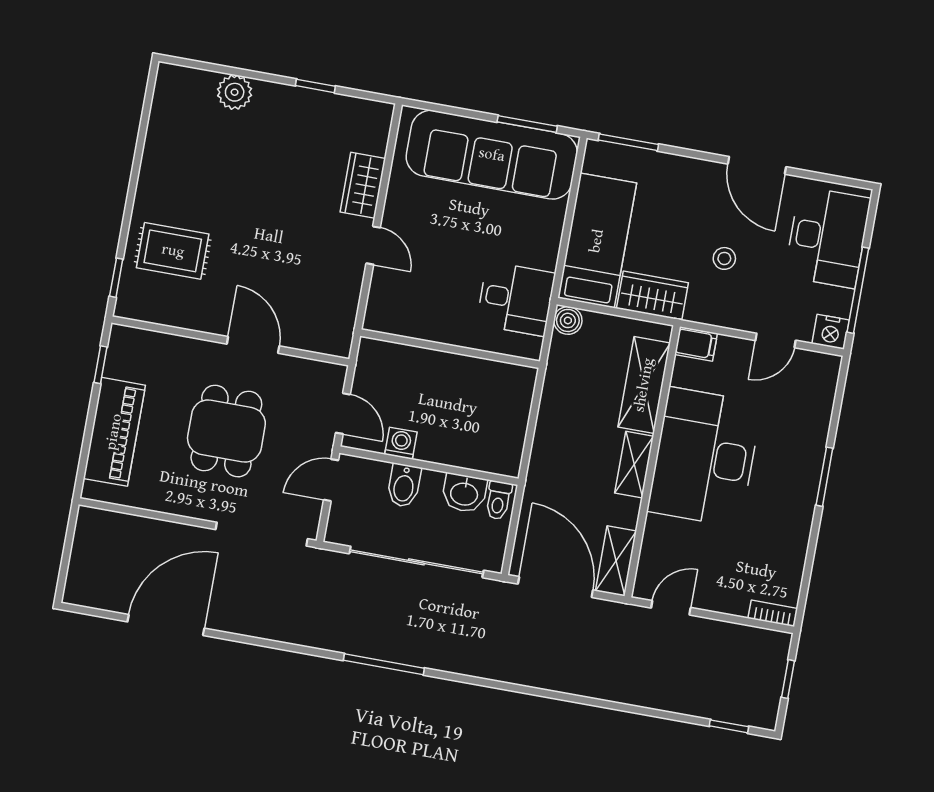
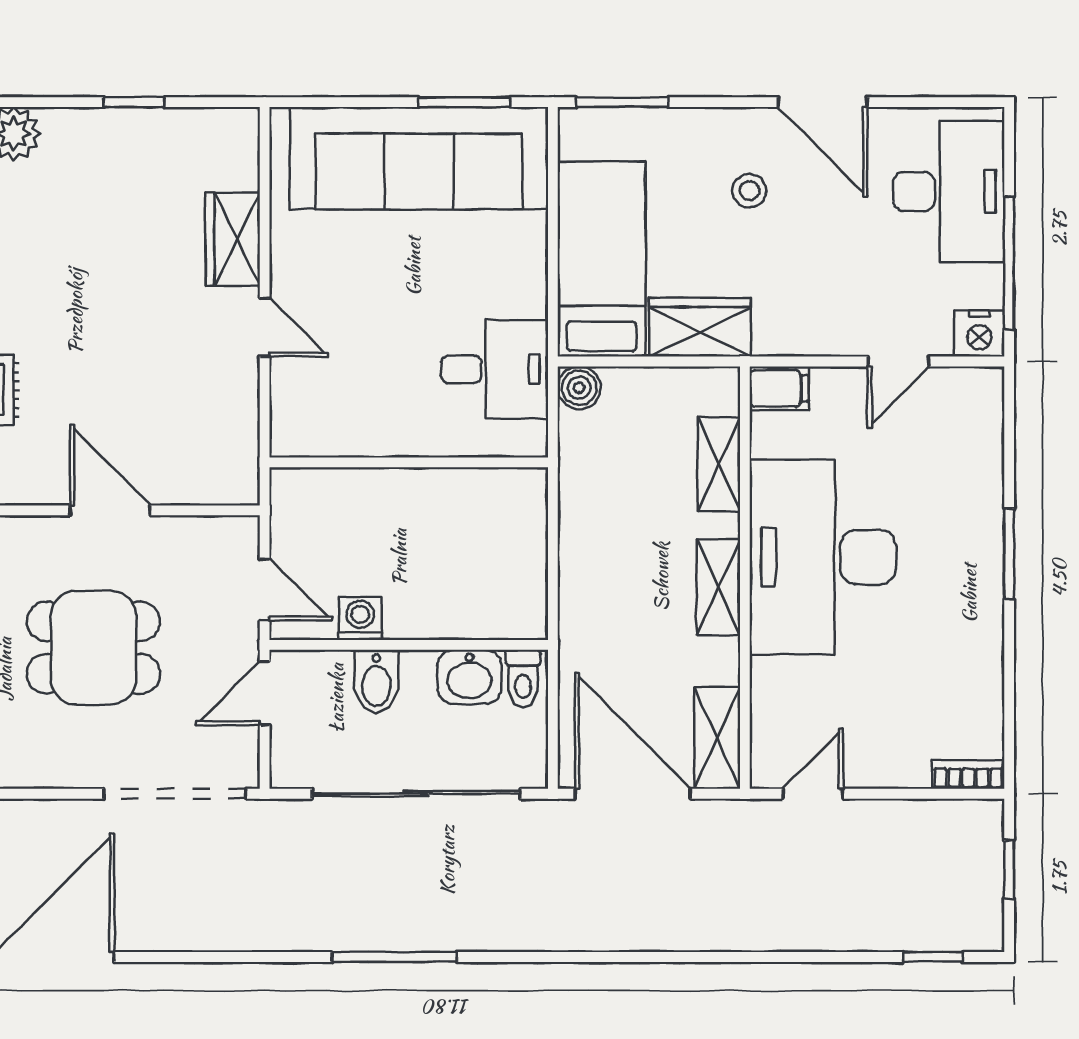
stool: (724, 258) -> (749, 191), moved
shelving: (644, 385) -> (719, 464), width x0.67, depth x0.75
dining table: (226, 431) -> (93, 648), turned 90

